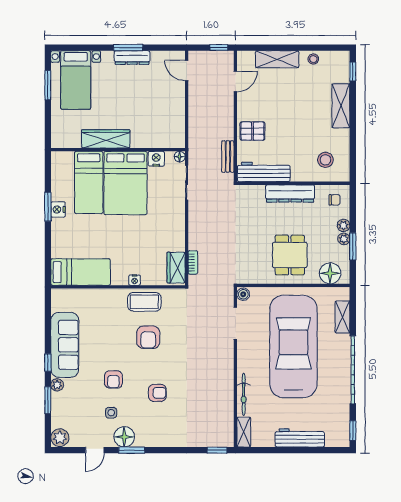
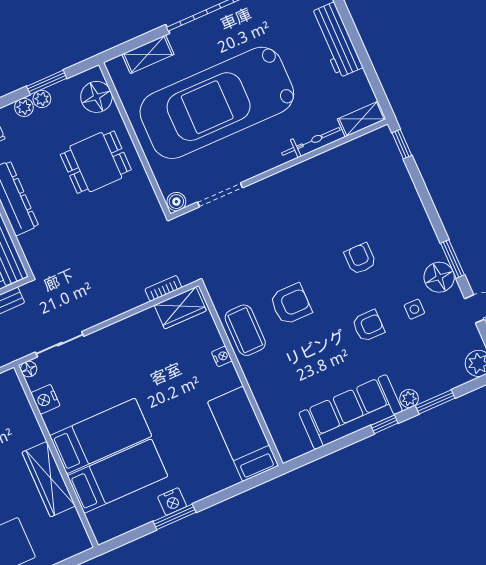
bed: (125, 183) -> (101, 436), width x0.67

